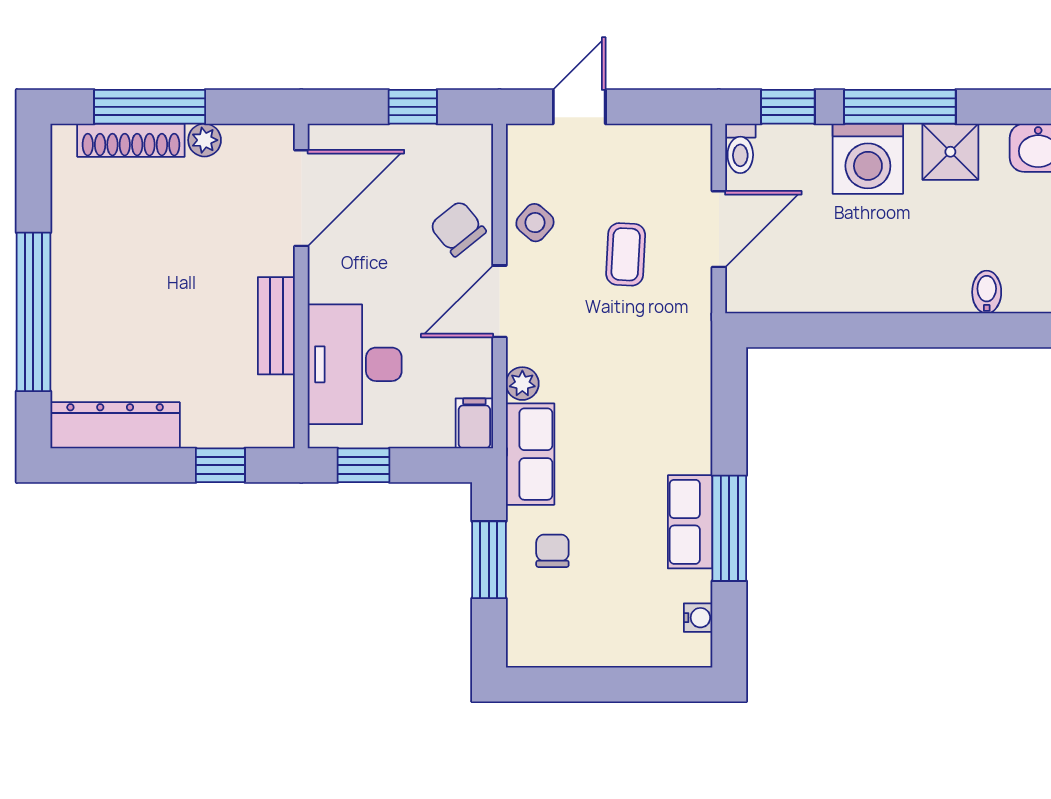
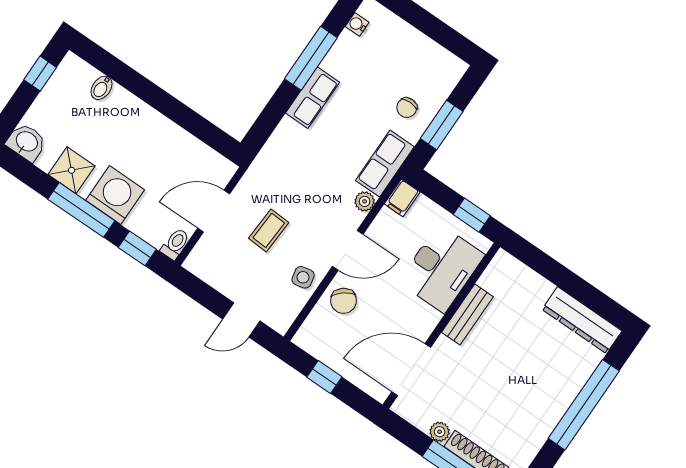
side table: (535, 223) -> (303, 277), turned 37
window: (220, 465) -> (543, 264), removed
row of seats: (690, 522) -> (313, 98), moved

